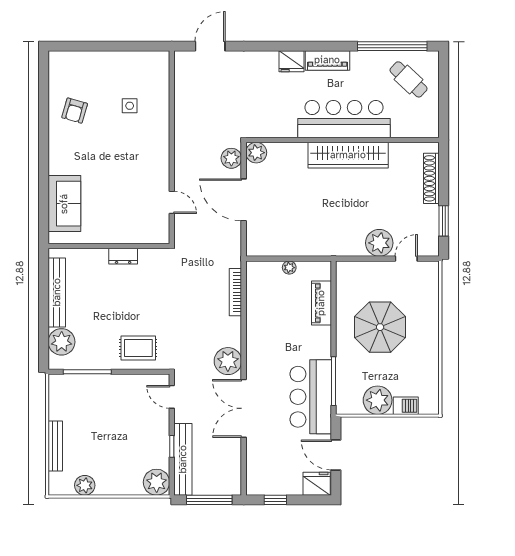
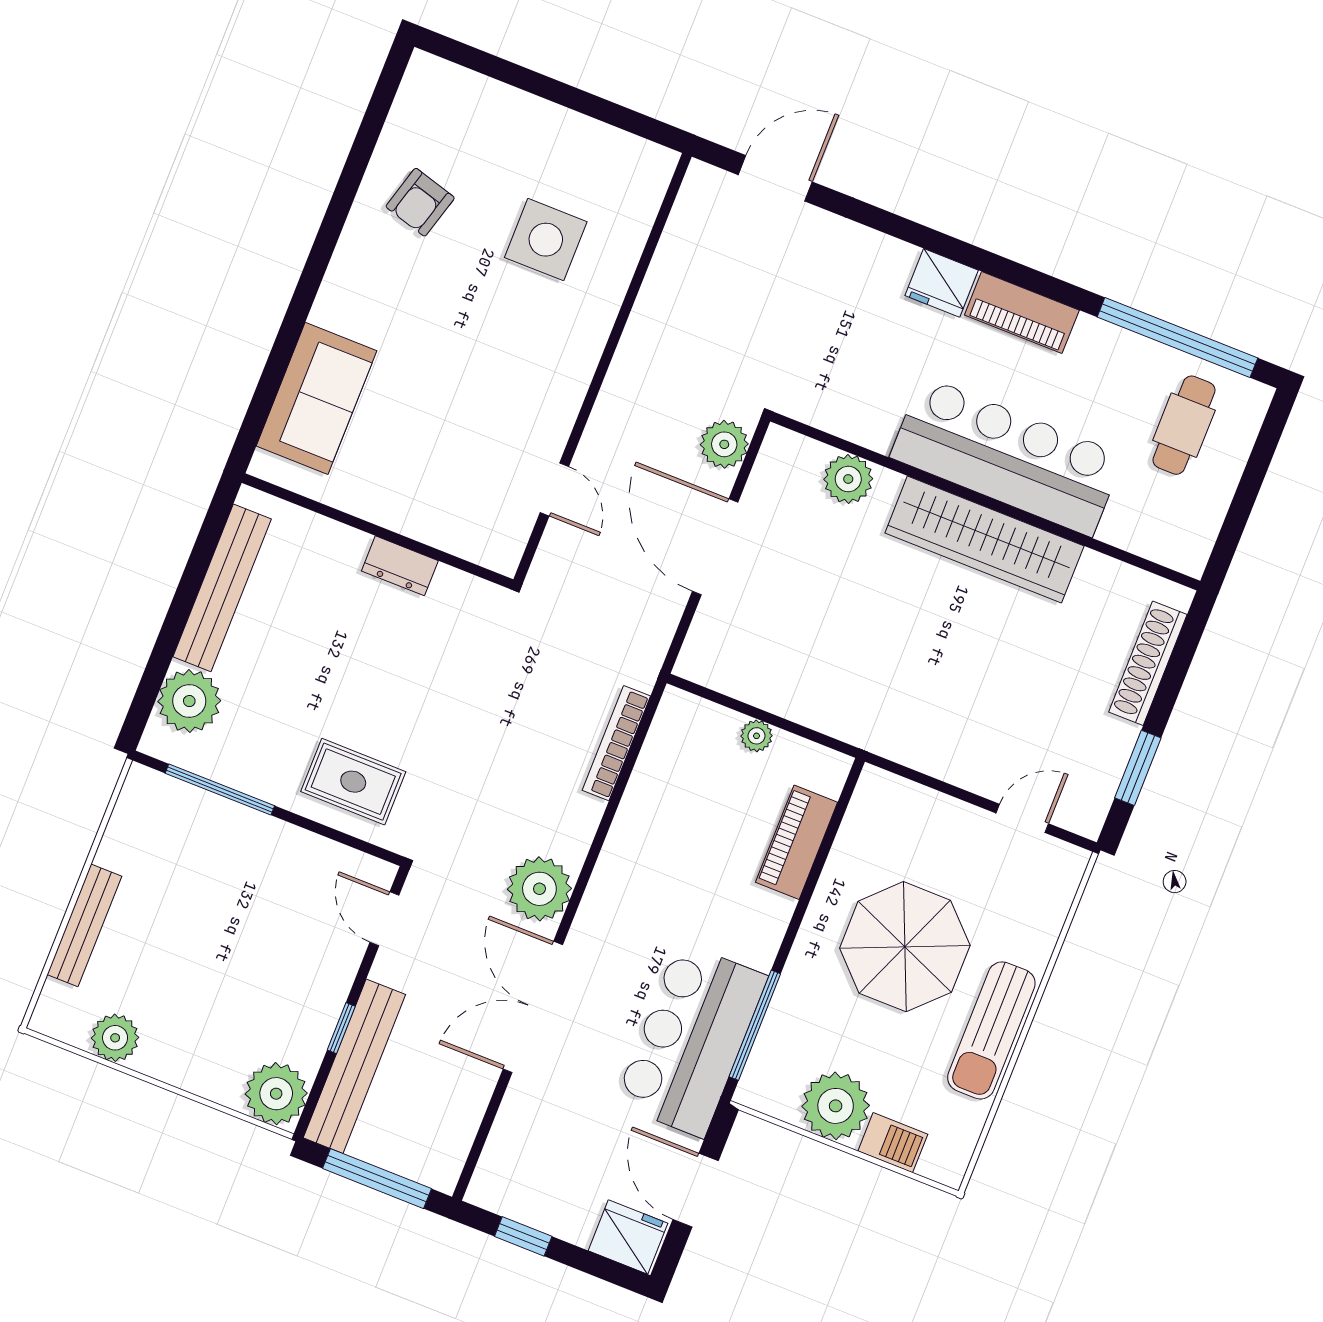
cafe table: (409, 79) -> (1184, 425), turned 47
side table: (130, 106) -> (546, 240), width x1.87, depth x1.87
plant: (256, 153) -> (848, 479), moved
plant: (379, 243) -> (977, 760), removed
sun lounger: (427, 346) -> (991, 1030), added

